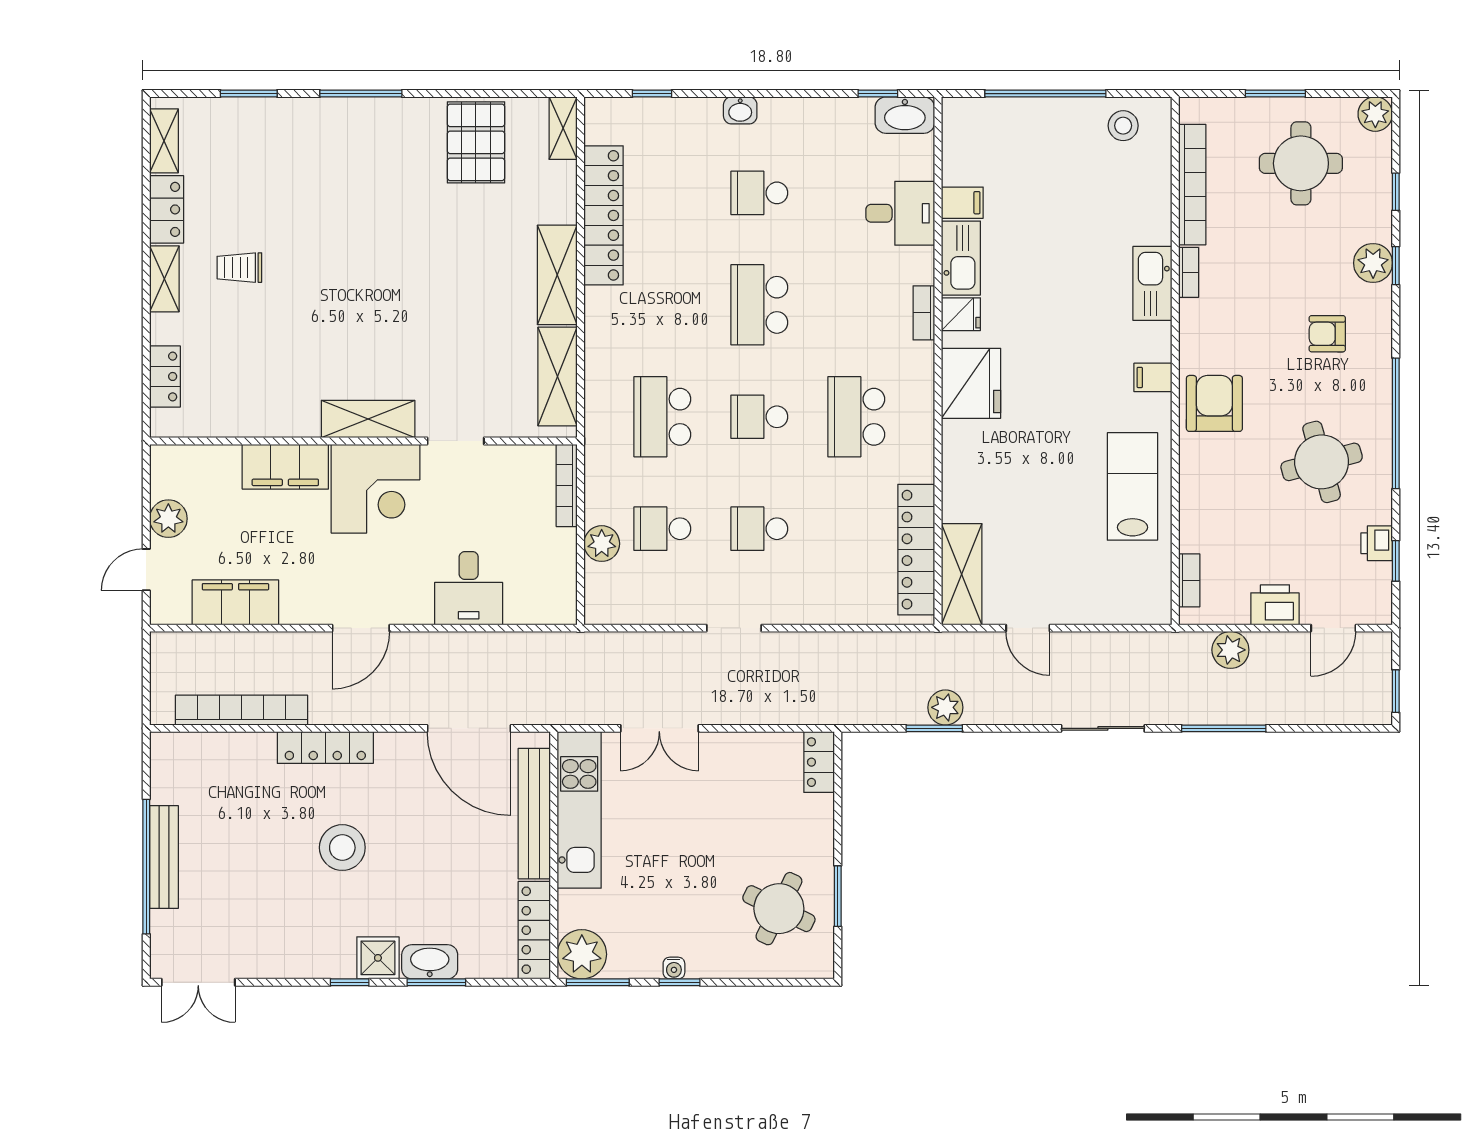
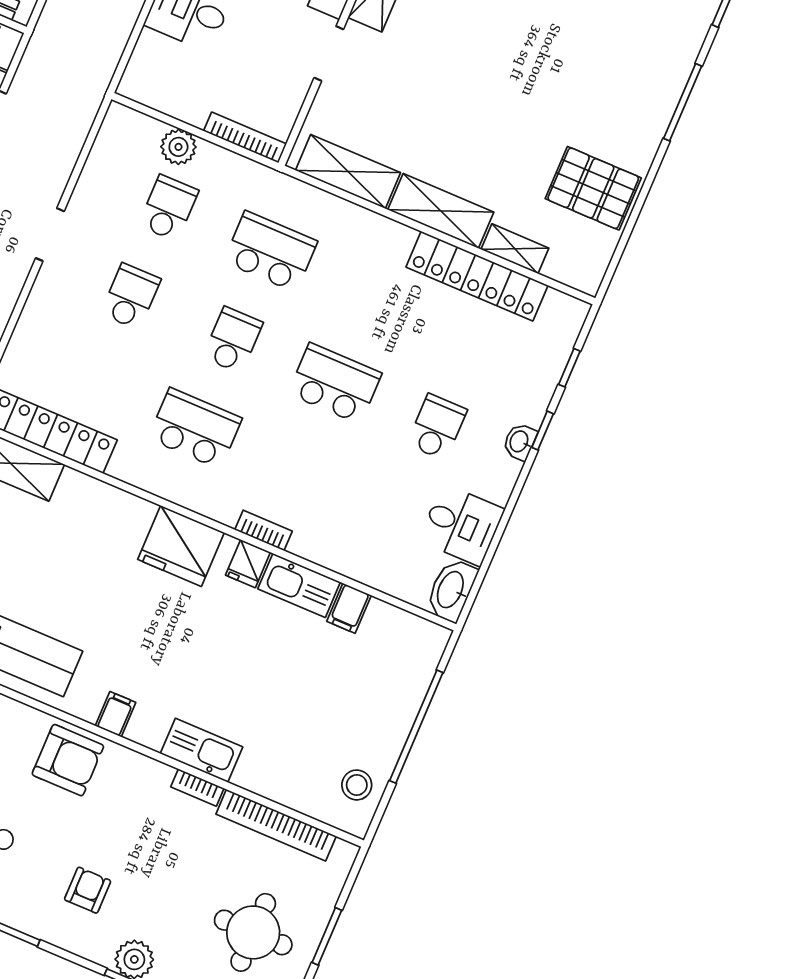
window: (878, 94) -> (543, 431), moved
shelving: (563, 128) -> (515, 249), moved
desk: (900, 213) -> (462, 525), moved, turned -90

